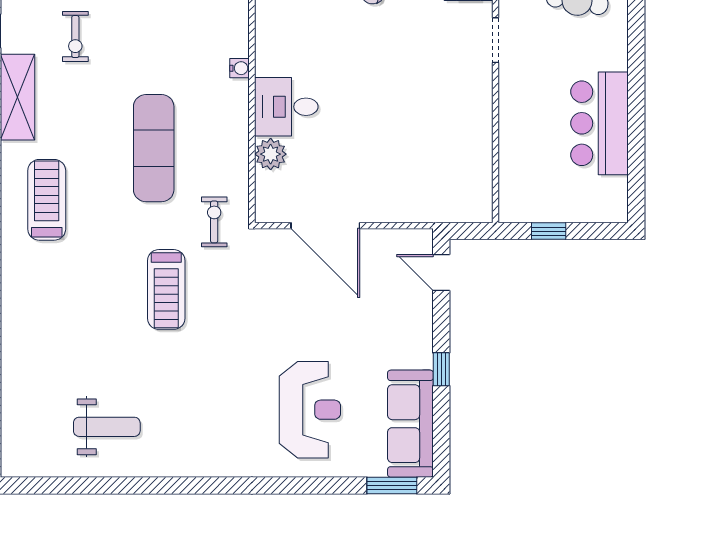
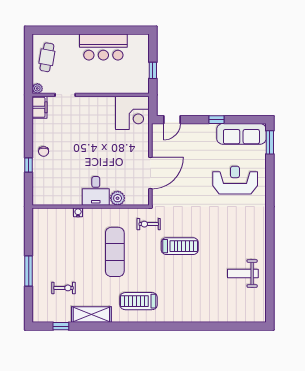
exercise mat: (154, 148) -> (115, 252), turned 90
corner desk: (456, 186) -> (132, 113), added
weight bench: (107, 427) -> (243, 273), turned -90

